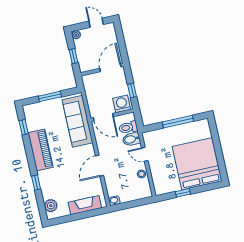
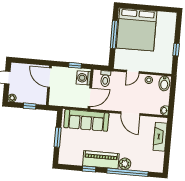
window: (24, 127) -> (89, 169), moved
bidet: (131, 139) -> (164, 83), moved
bed: (197, 164) -> (137, 30), moved, turned -90
window: (36, 182) -> (127, 172), width x3.17
plant: (51, 206) -> (125, 164), moved

